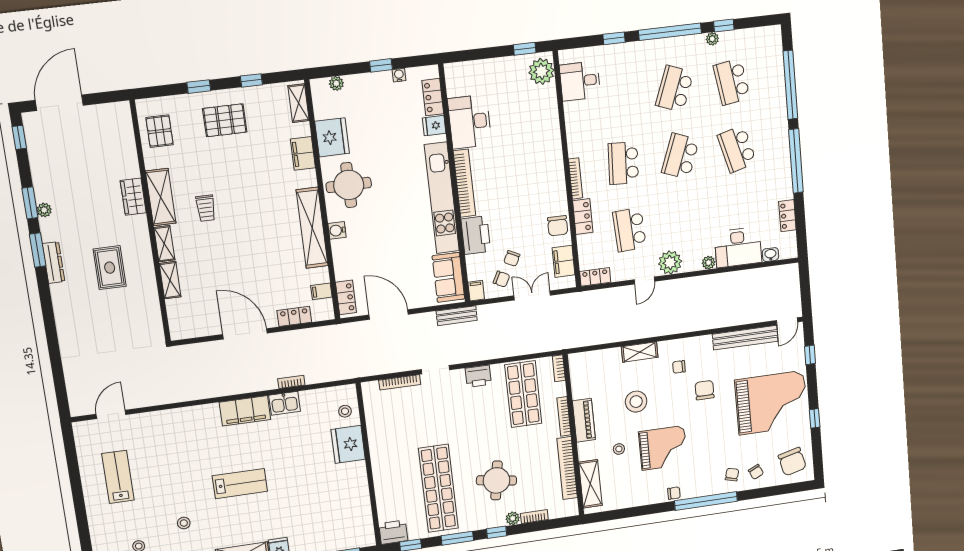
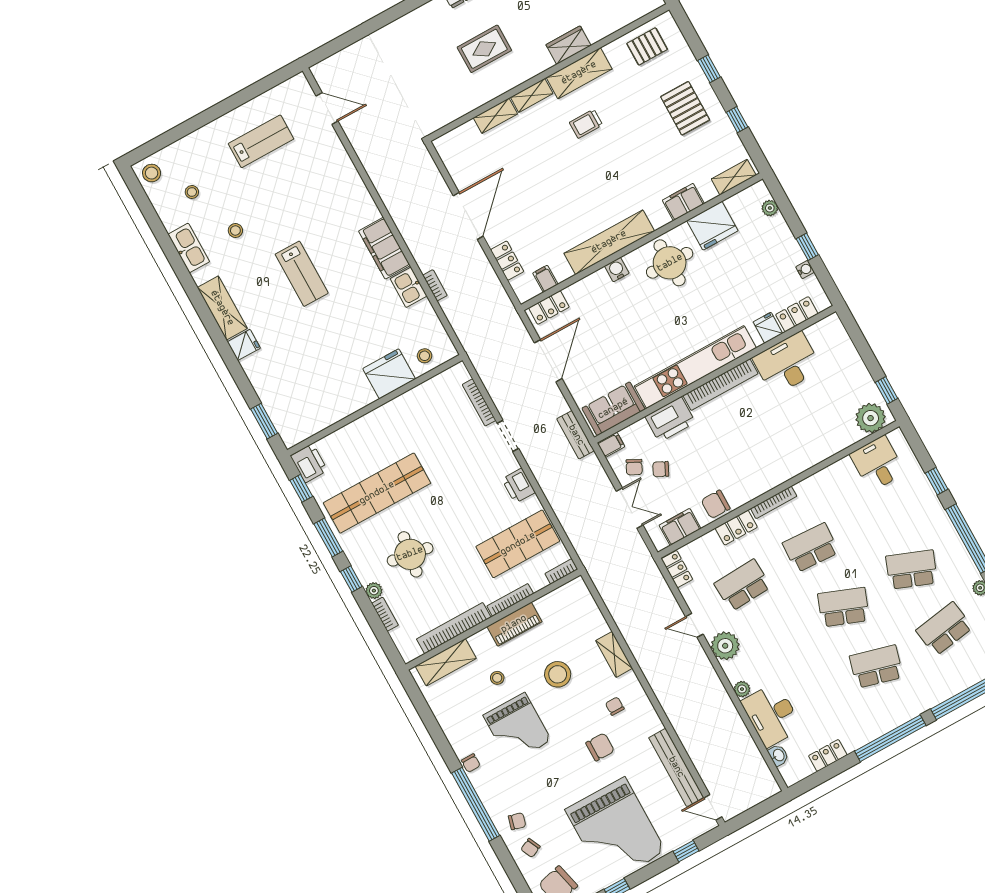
school desk: (737, 149) -> (876, 667), turned 30

